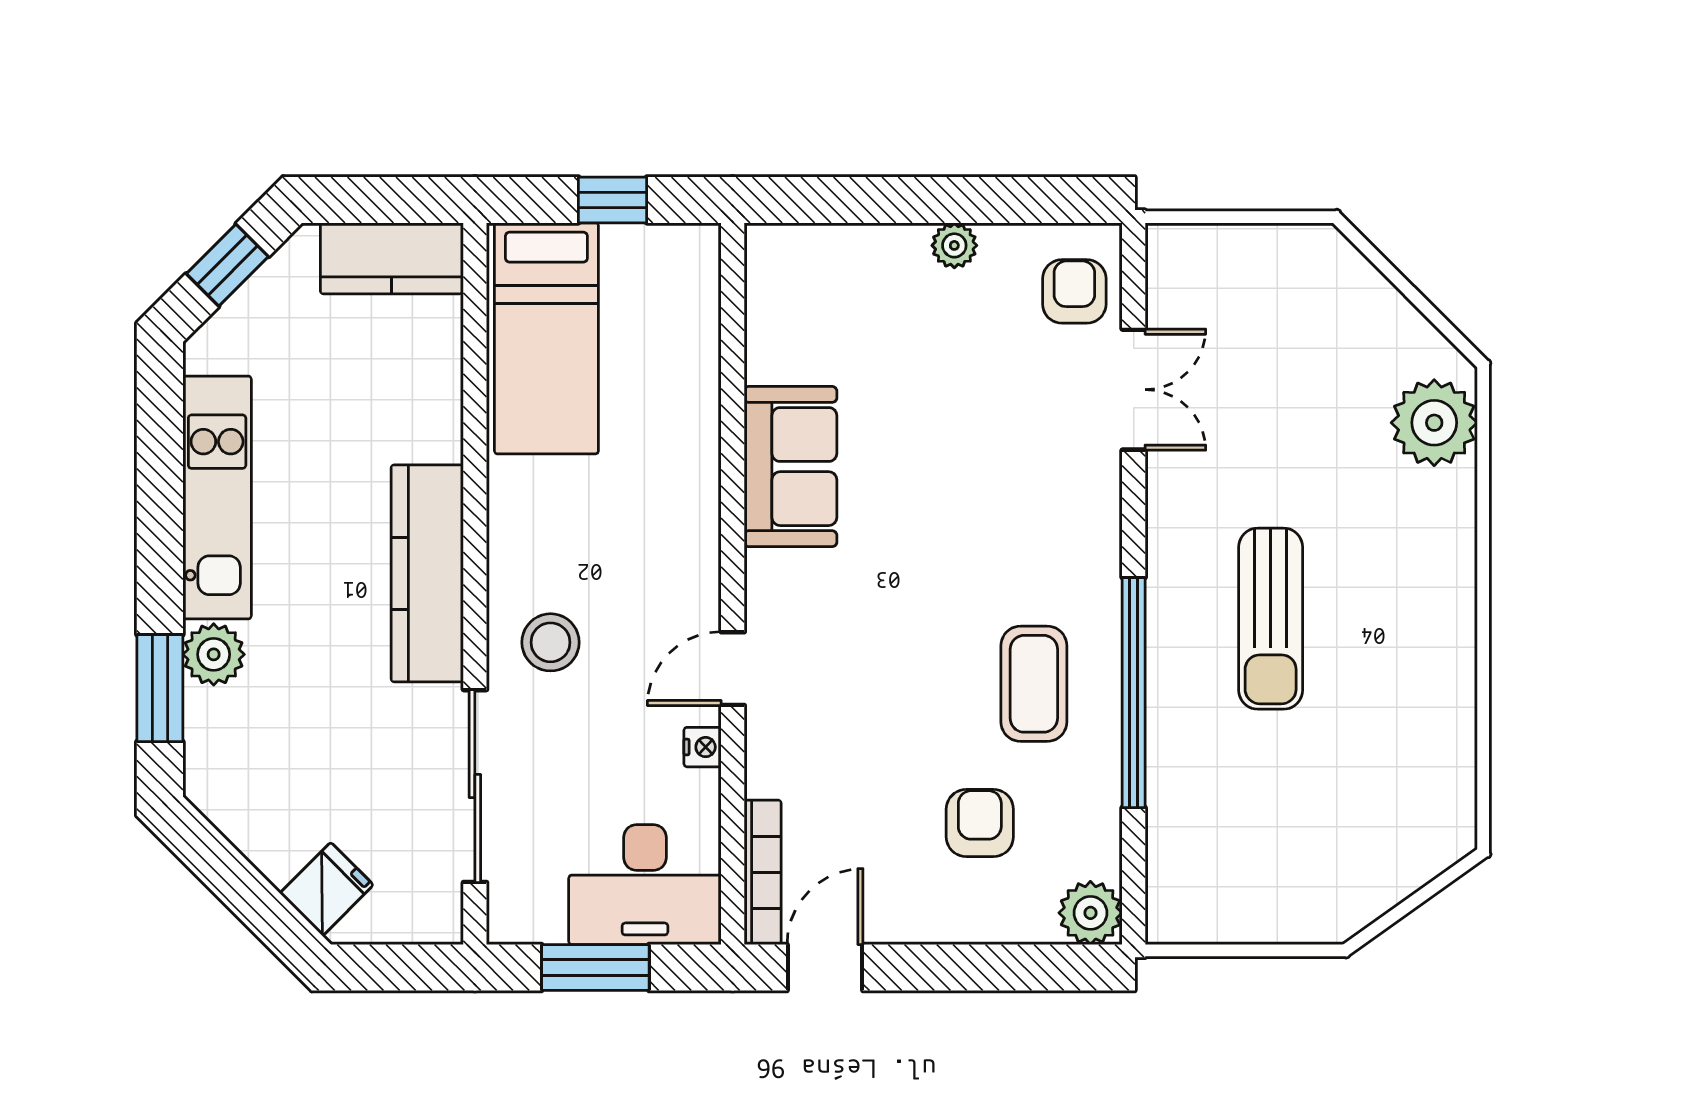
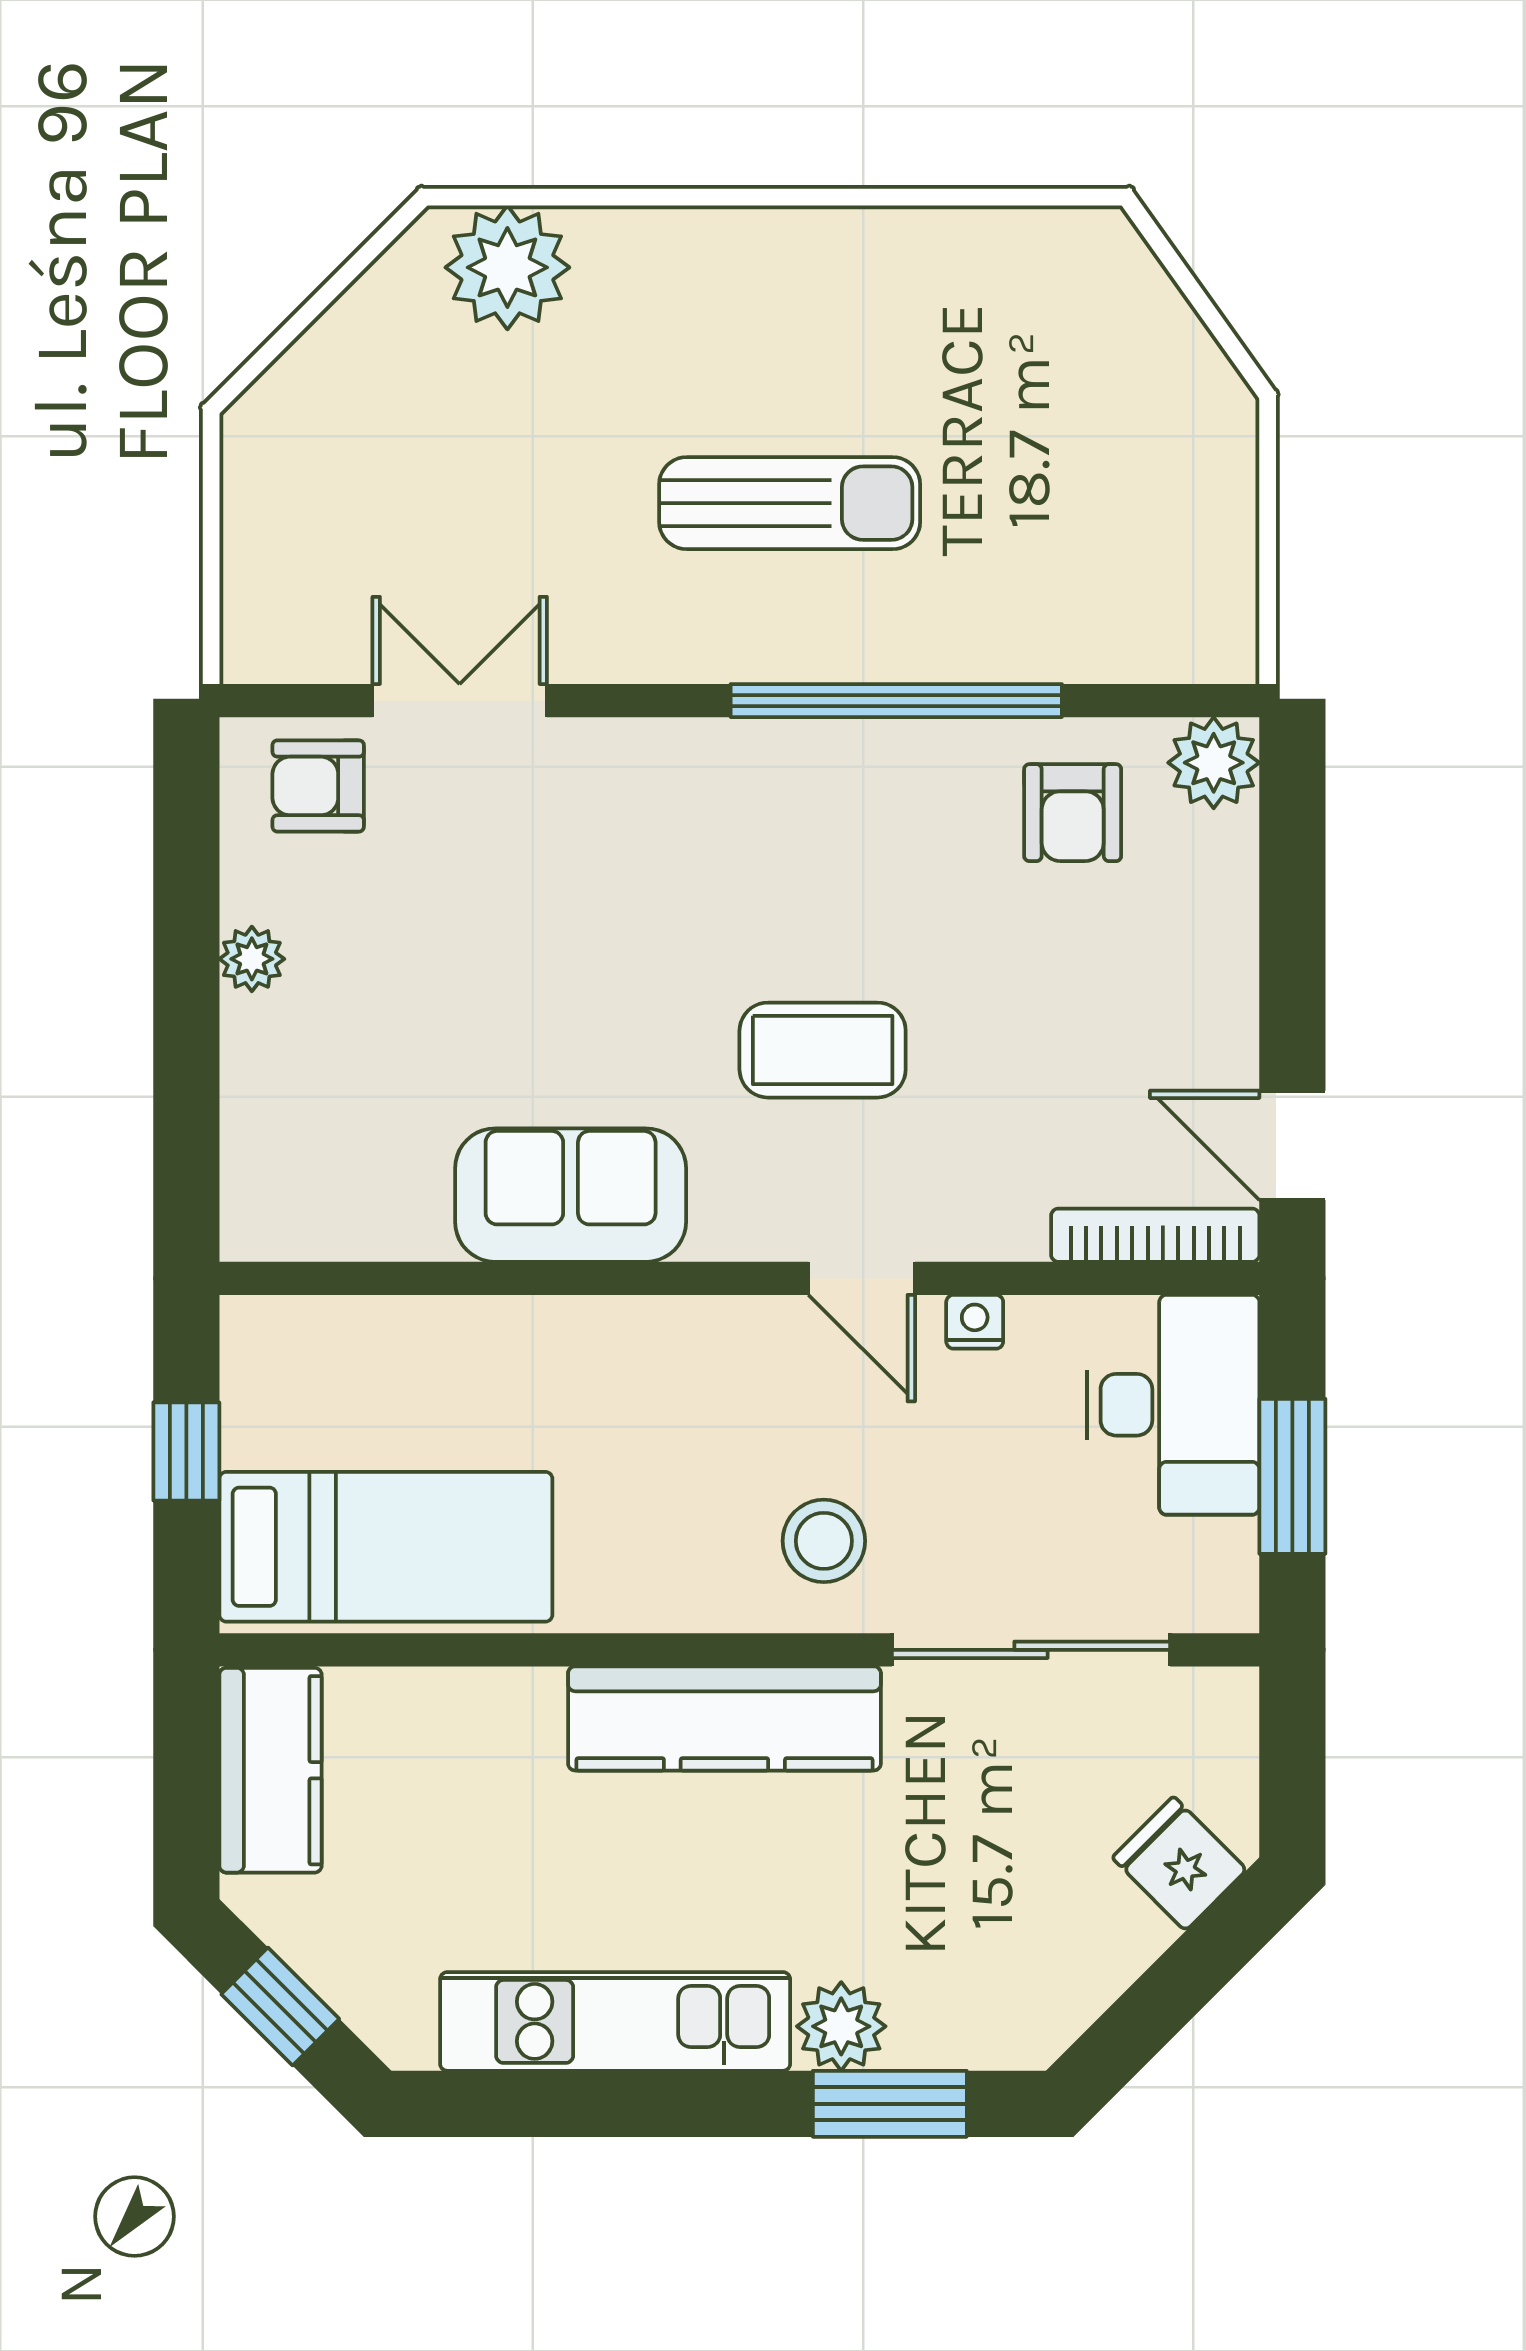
coffee table: (1034, 684) -> (823, 1050), moved
armchair: (980, 823) -> (1073, 813), moved, turned -90

